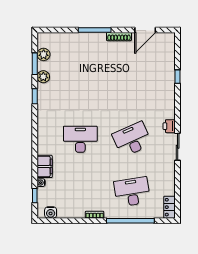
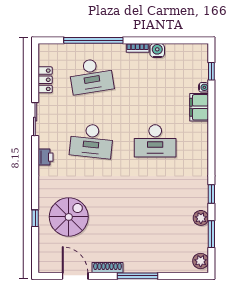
door: (145, 30) -> (75, 276), hinge flipped
plant: (44, 54) -> (201, 261), moved
spiral stairs: (150, 78) -> (69, 217), added
desk: (132, 139) -> (91, 141), turned 30
sliding door: (178, 147) -> (35, 119), moved
locker: (170, 207) -> (45, 80), moved
water cooler: (51, 212) -> (157, 50), moved

